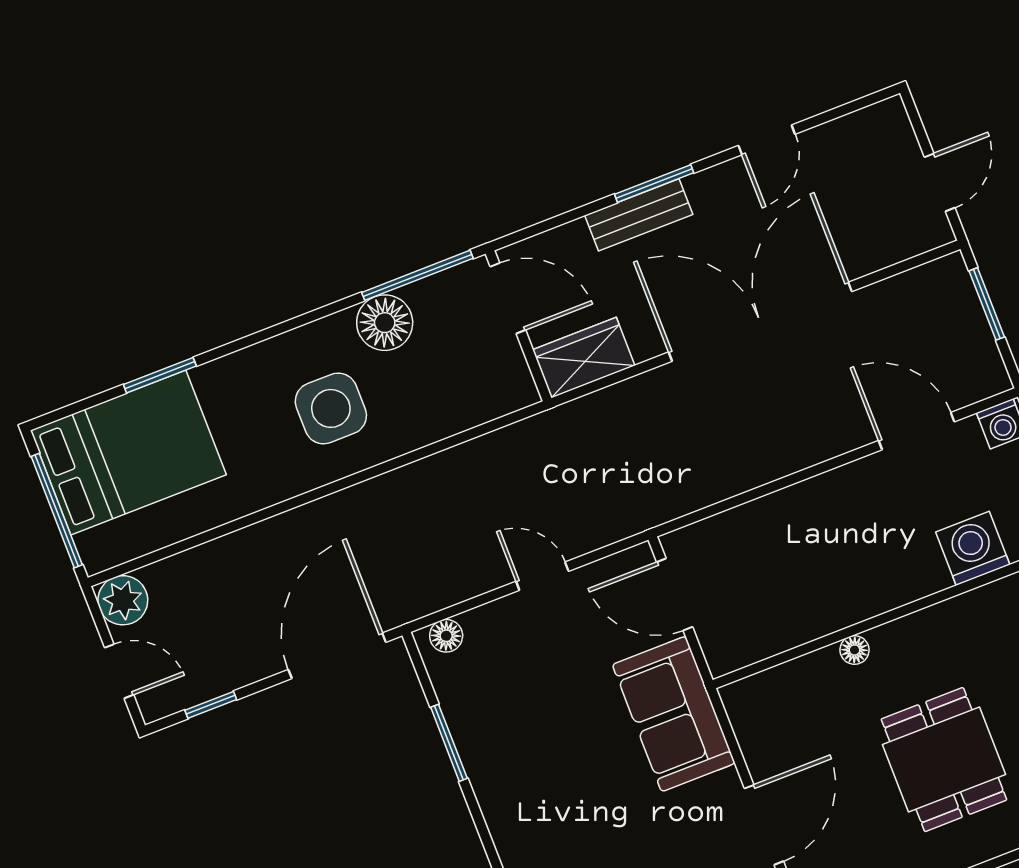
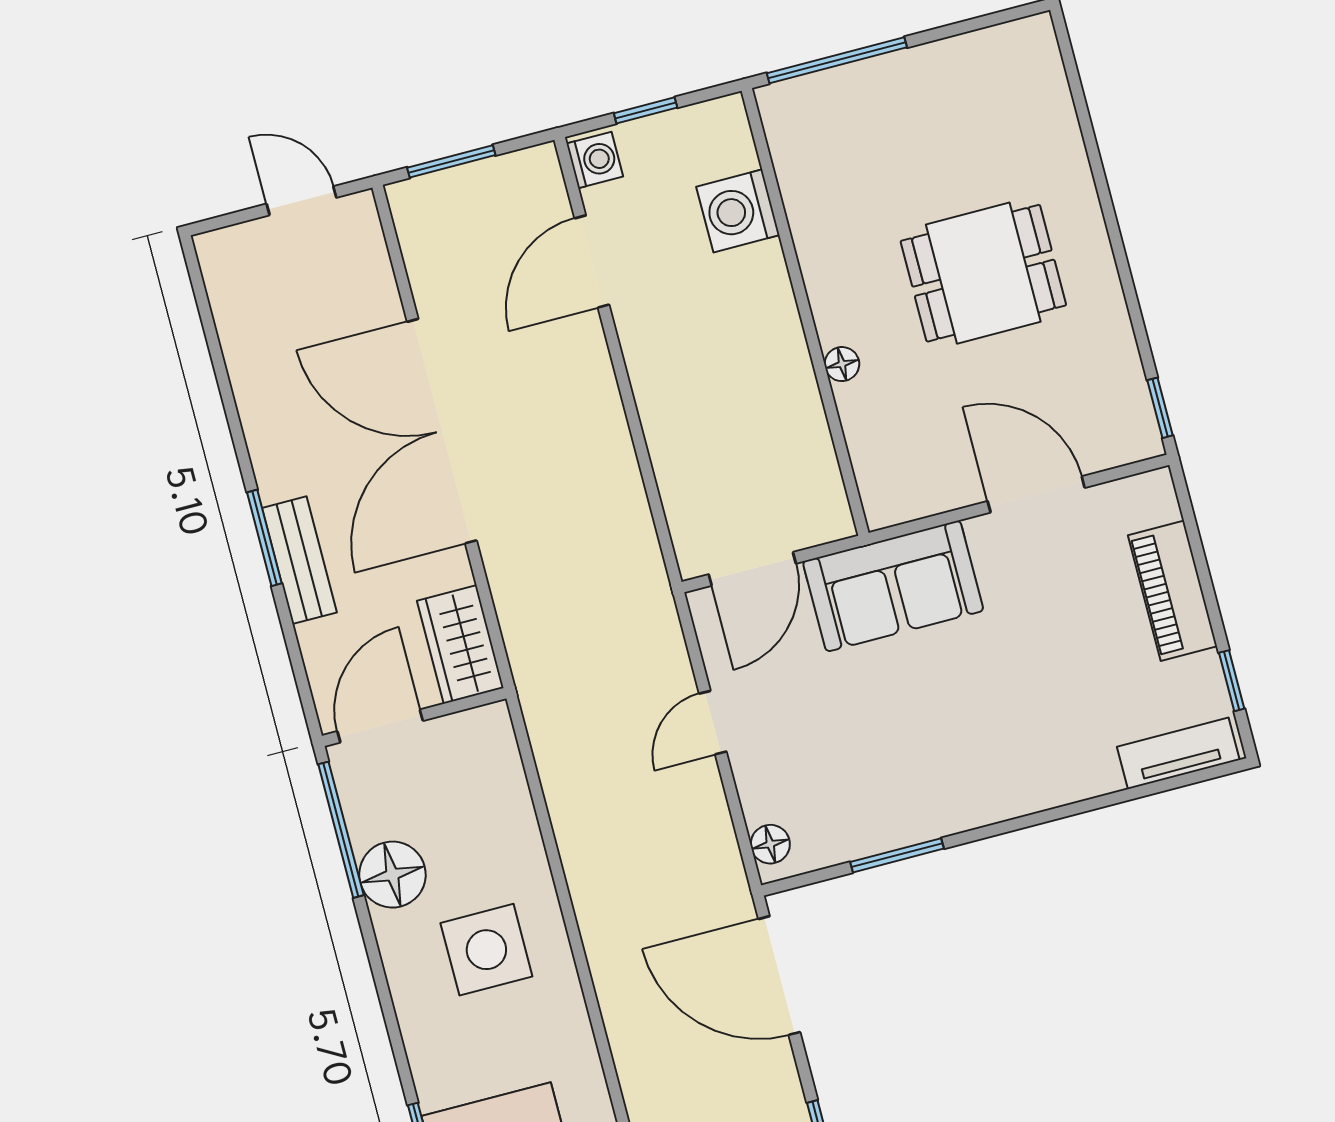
door: (767, 140) -> (228, 399), removed

